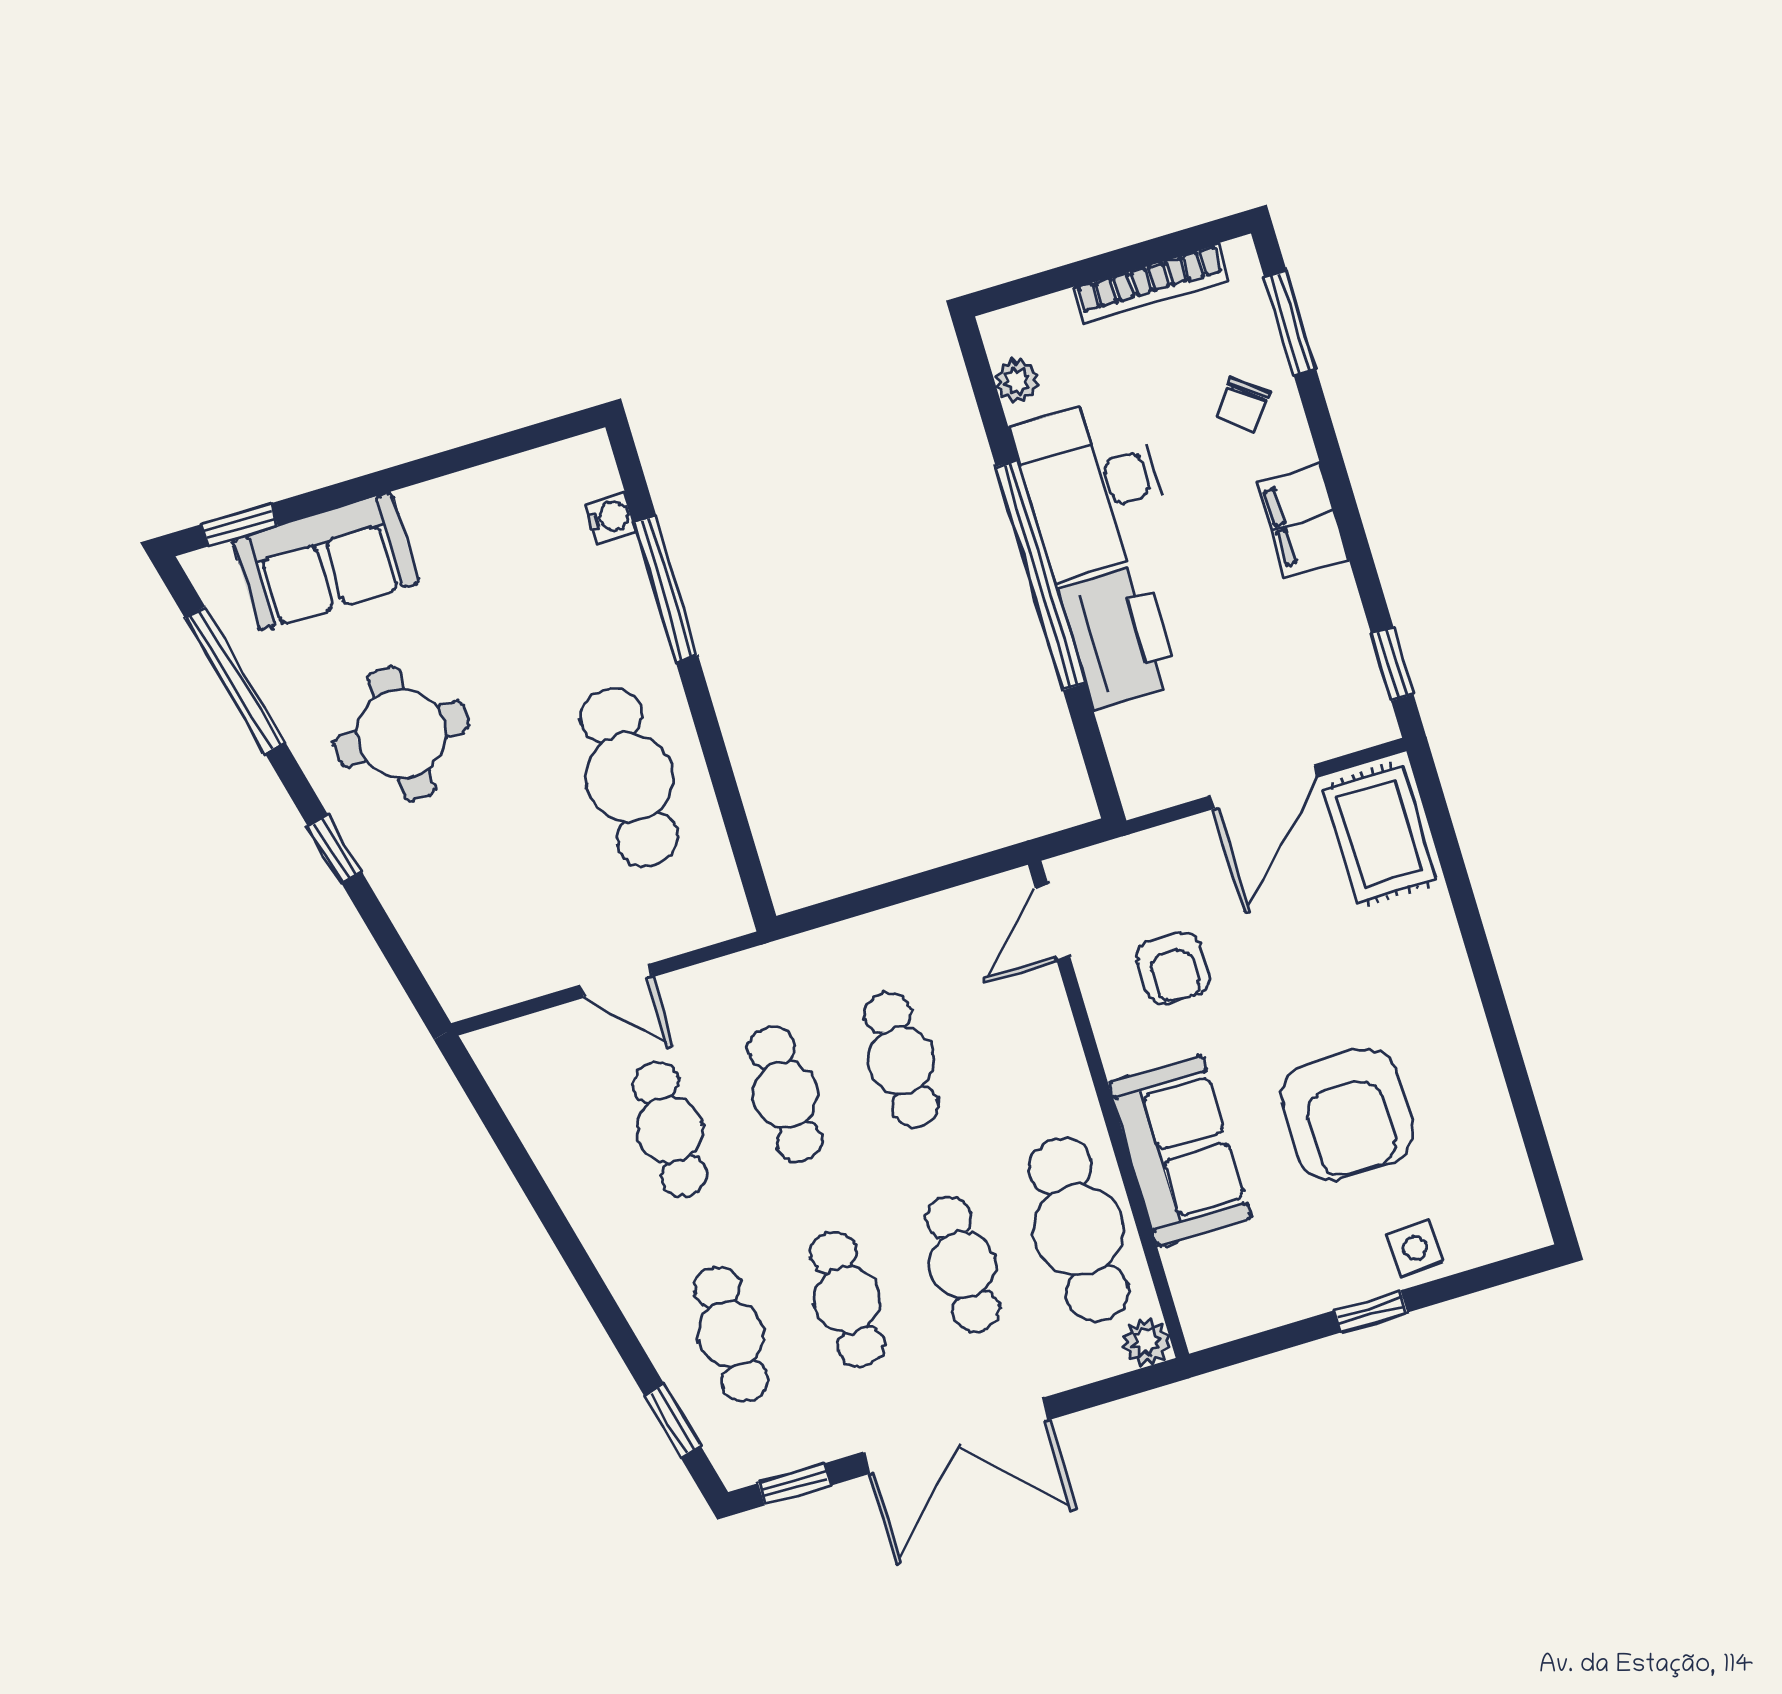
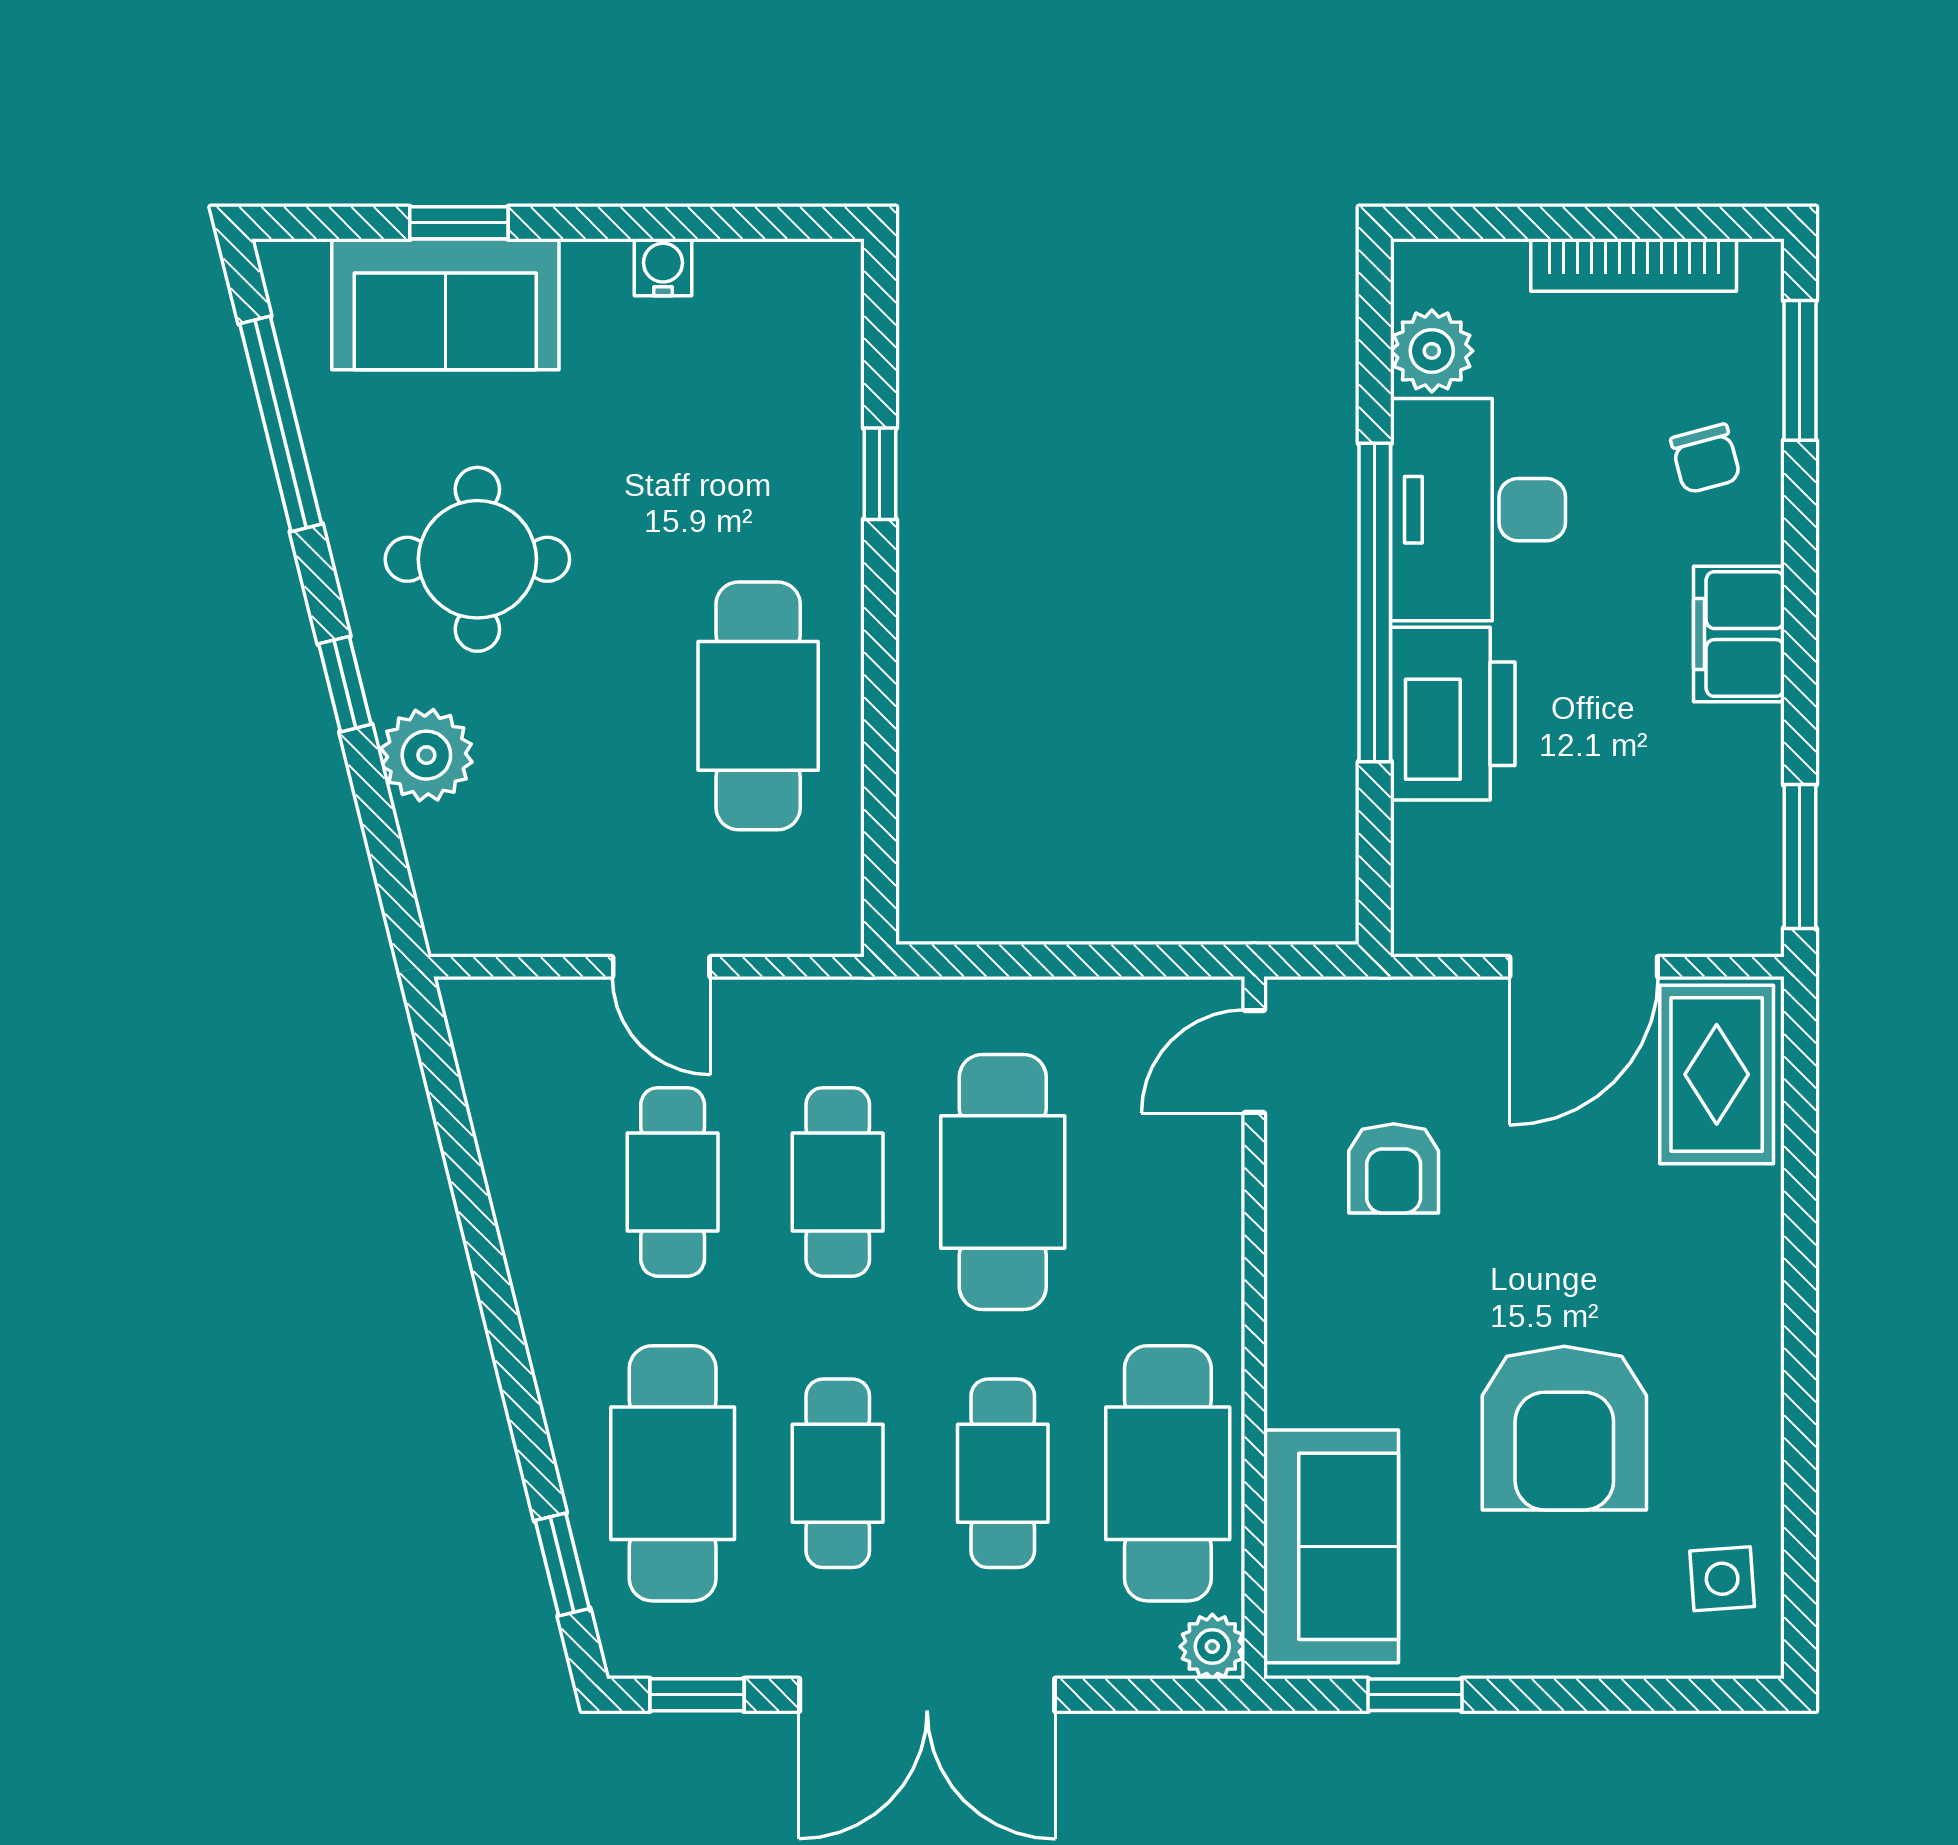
plant: (1017, 381) -> (1432, 351), width x1.38, depth x1.38
chair: (1242, 404) -> (1705, 459), turned -54
water cooler: (611, 517) -> (663, 267), moved, turned -90
window: (240, 525) -> (459, 223), moved
window: (666, 589) -> (880, 474), width x0.46
window: (1392, 664) -> (1800, 857), width x1.50
plant: (407, 882) -> (426, 755), added
cafe table: (901, 1060) -> (1003, 1182), width x1.37, depth x1.35
sofa: (1180, 1151) -> (1331, 1546), moved
side table: (1415, 1248) -> (1722, 1579), moved
window: (1371, 1311) -> (1415, 1695), moved
cafe table: (731, 1334) -> (673, 1473), width x1.37, depth x1.35

